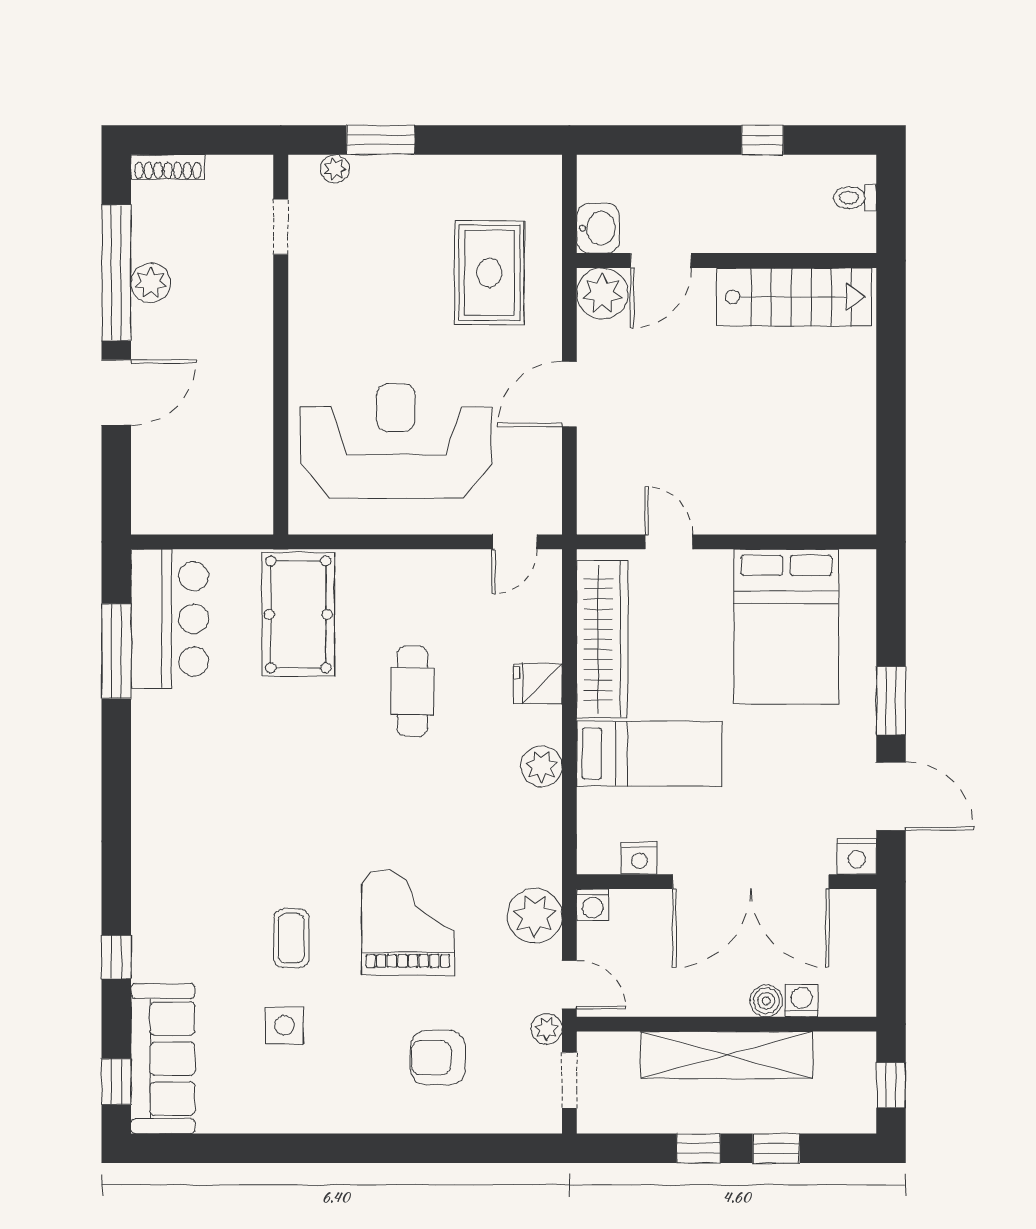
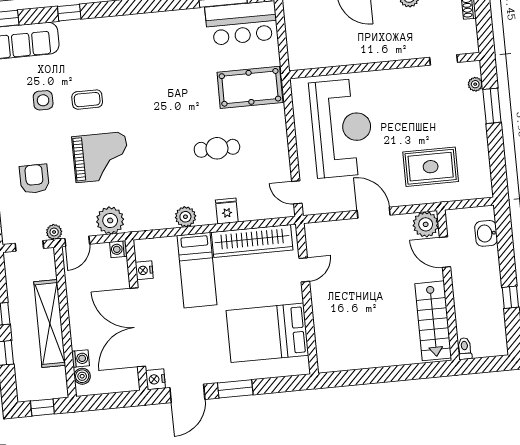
toilet: (855, 198) -> (465, 349), moved
washbasin: (598, 228) -> (486, 233), moved, turned 90
boiler: (766, 1001) -> (82, 376), moved

